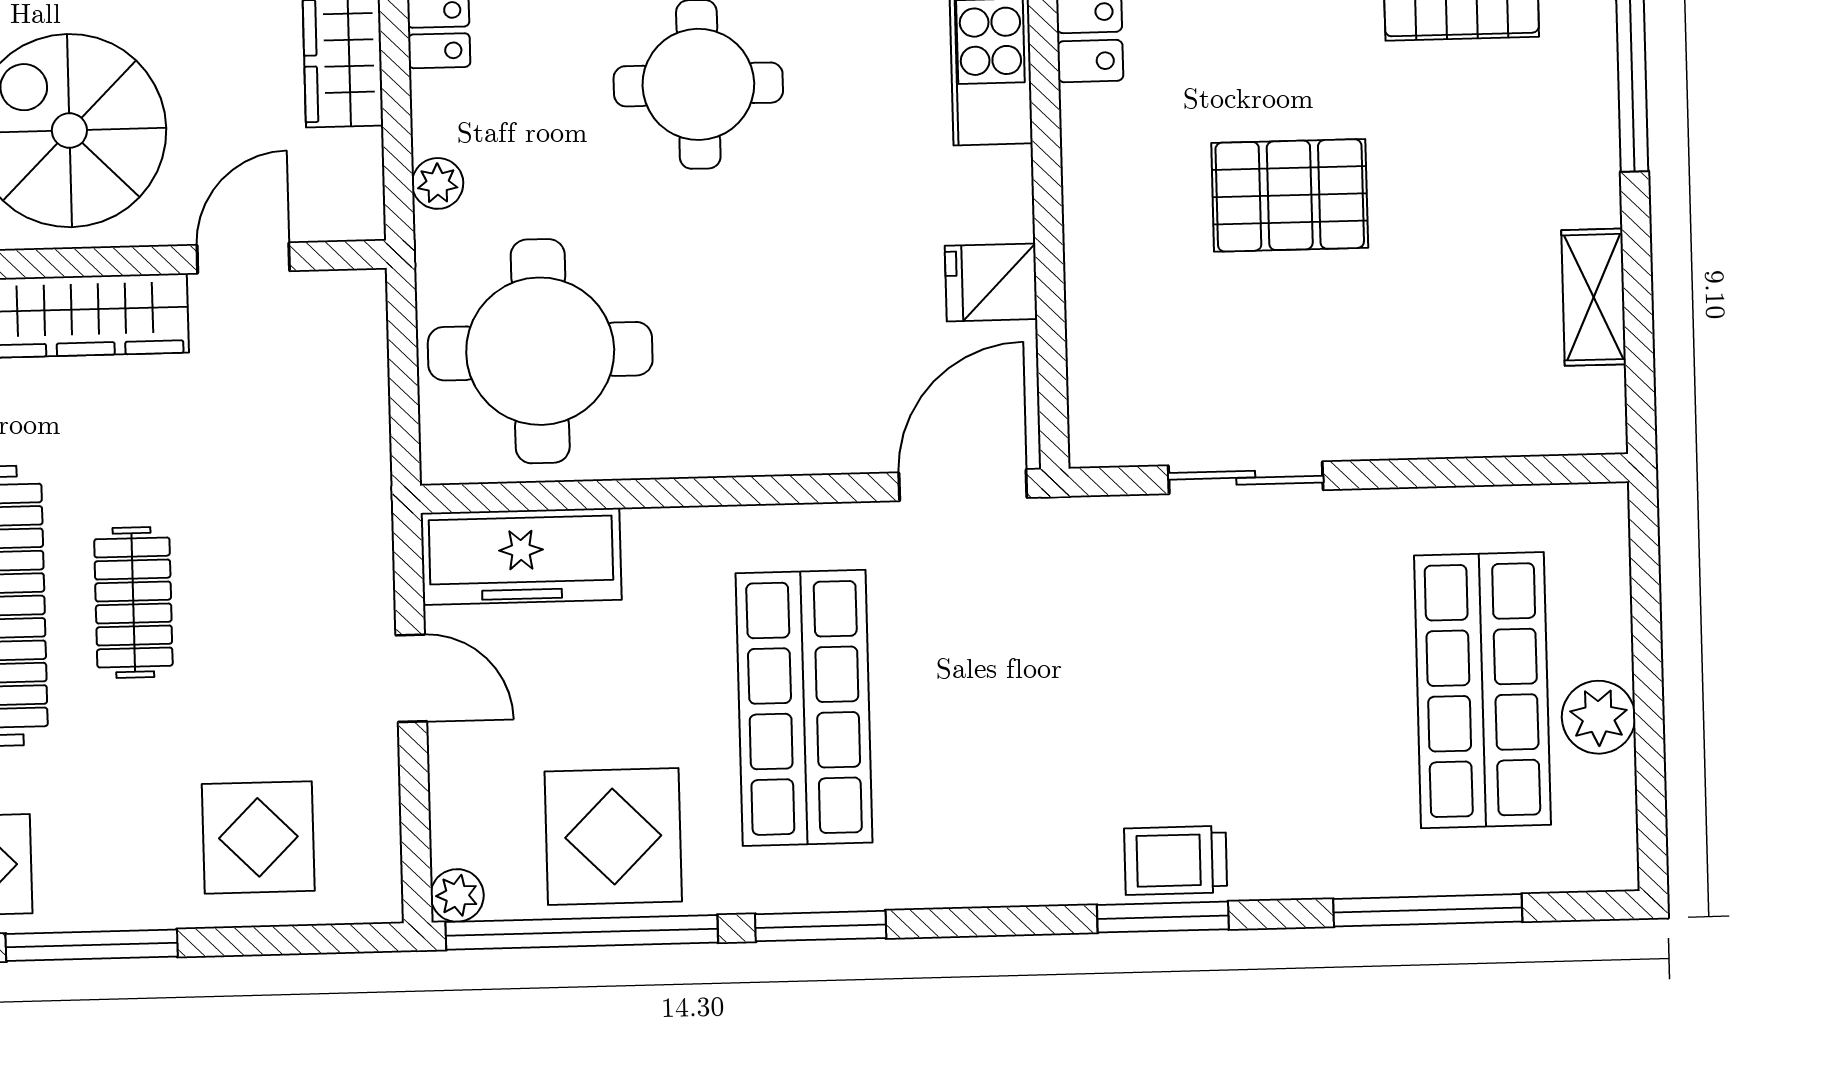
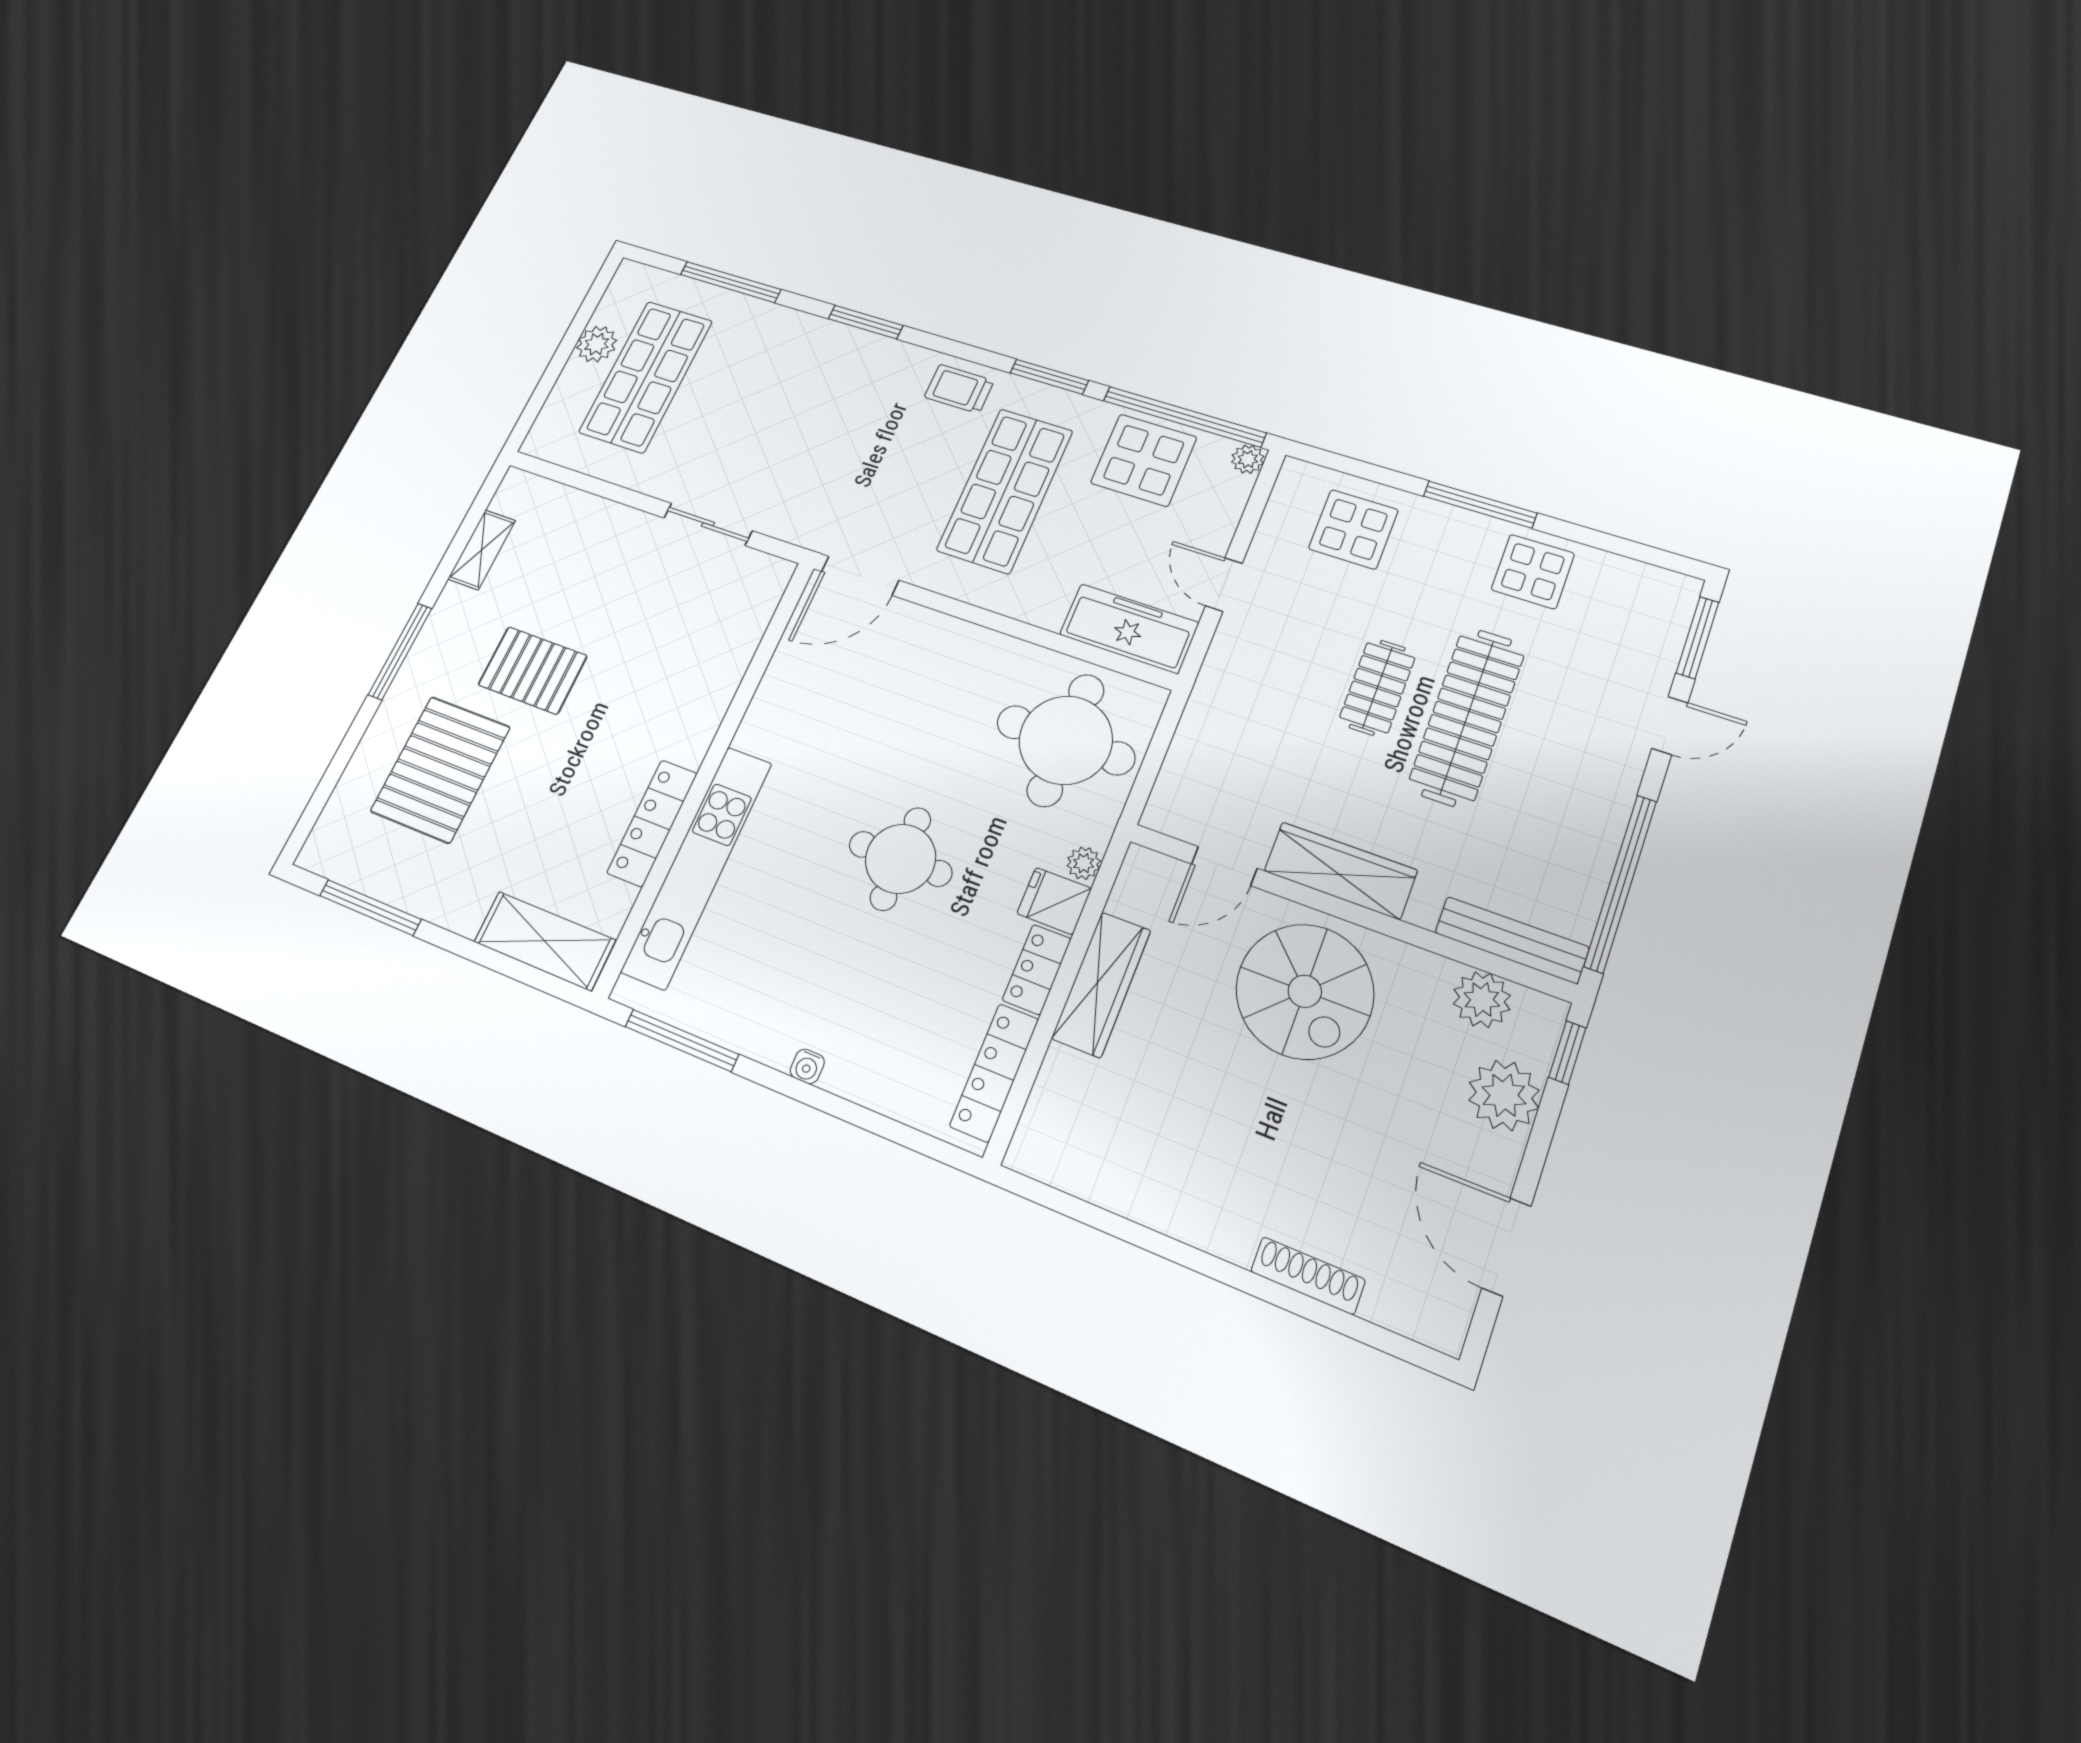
pallet: (1290, 195) -> (533, 670), moved
fridge: (991, 282) -> (1054, 901), moved, turned 180
trolley: (1176, 860) -> (959, 389), moved, turned 180

